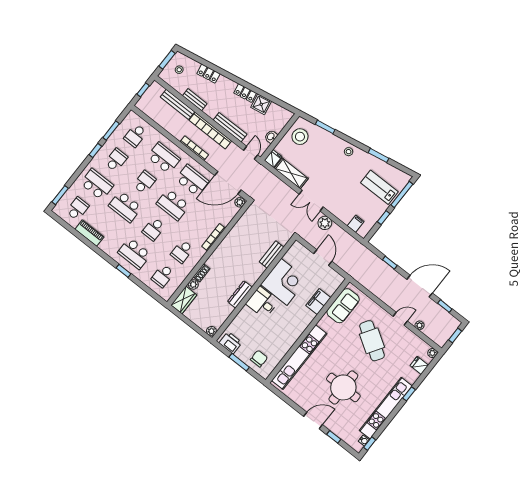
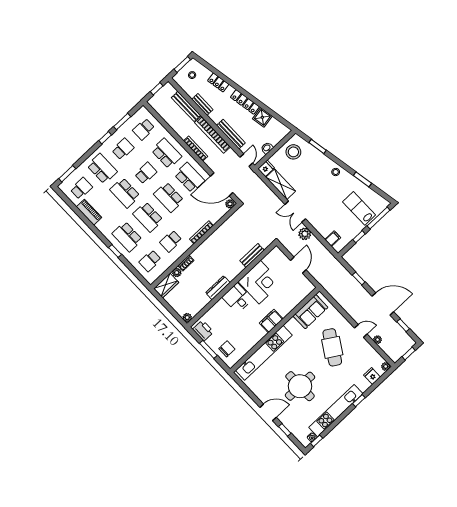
locker: (245, 93) -> (245, 102), width x1.53
school desk: (154, 229) -> (148, 217), width x1.85
filing cabinet: (318, 302) -> (271, 321), moved

